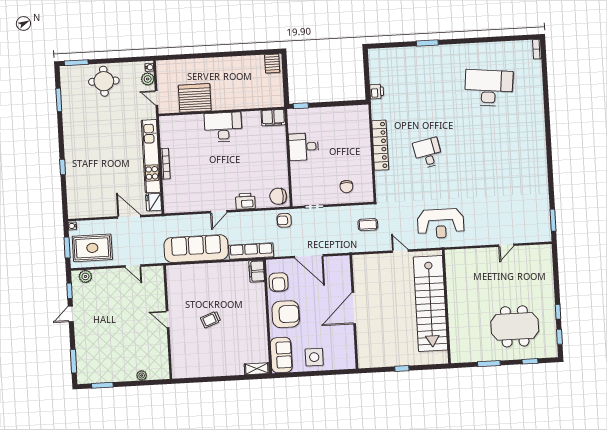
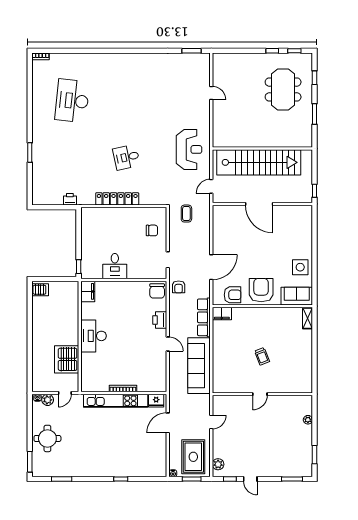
door: (354, 308) -> (259, 204), moved
wall: (354, 312) -> (262, 204), moved

